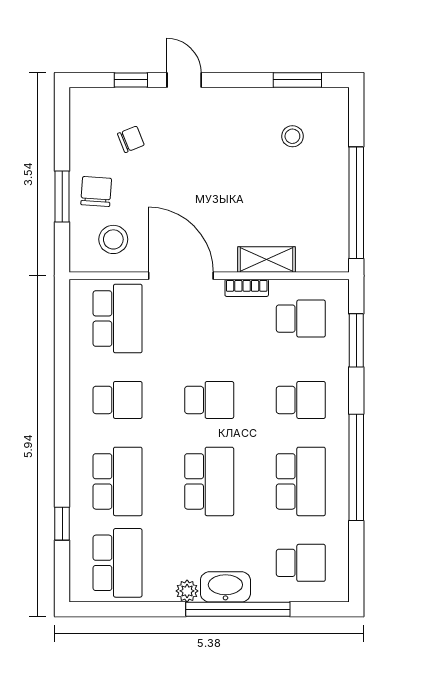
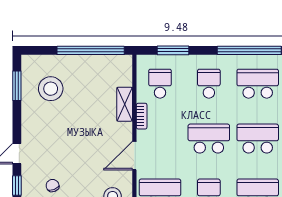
stool: (292, 136) -> (51, 89), width x1.89, depth x1.89
door: (181, 276) -> (134, 156), width x0.73
school desk: (209, 400) -> (209, 139), width x1.85

